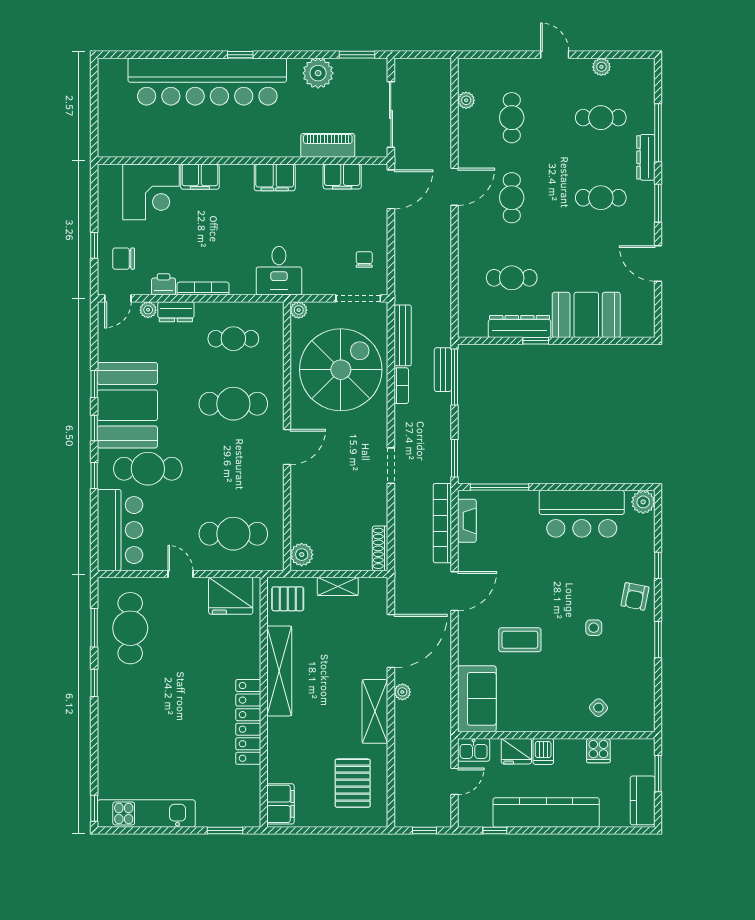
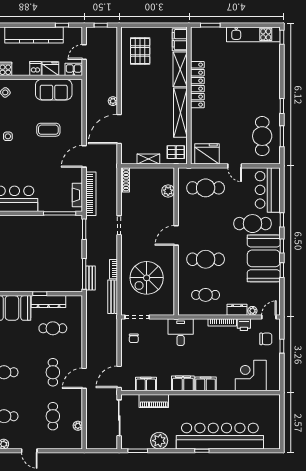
filing cabinet: (200, 177) -> (206, 384), moved
plant: (299, 310) -> (170, 311), removed
spiral stairs: (341, 370) -> (147, 278), width x0.73, depth x0.73
plant: (302, 555) -> (168, 191), moved
sofa: (477, 699) -> (54, 90), moved, turned -90
shelving: (375, 711) -> (180, 69), moved

